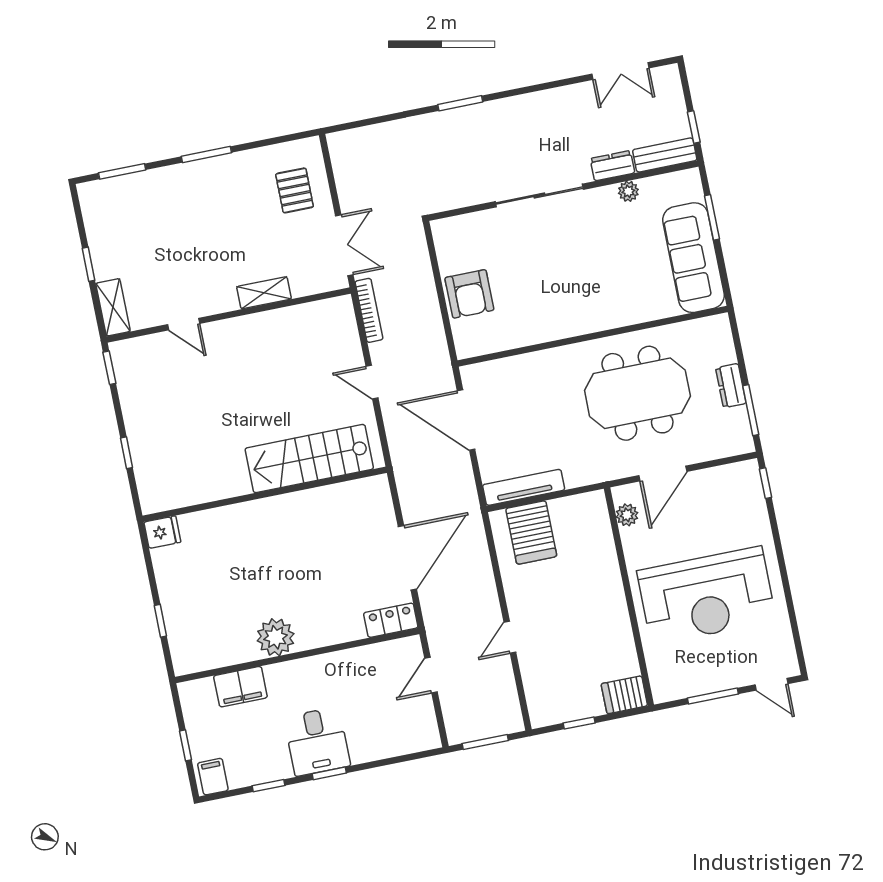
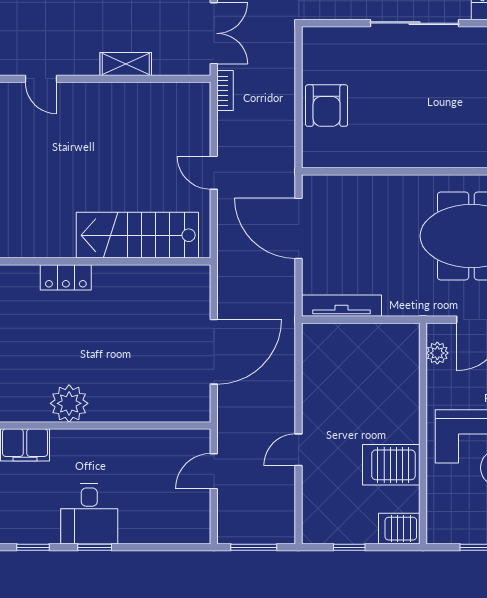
bookcase: (369, 310) -> (225, 91), width x0.64
server rack: (531, 532) -> (391, 465), moved, turned 90
locker: (391, 620) -> (66, 277), moved, turned 180

